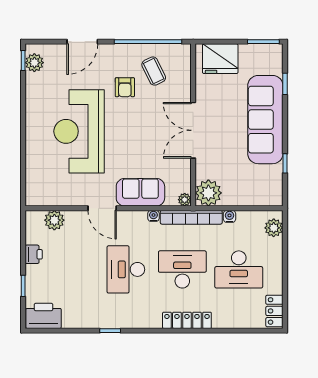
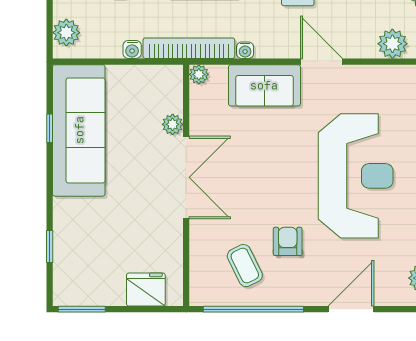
fridge: (220, 59) -> (146, 290), width x0.73, depth x0.75
sofa: (265, 120) -> (79, 130), moved
plant: (208, 193) -> (173, 124), moved, width x0.53, depth x0.53

